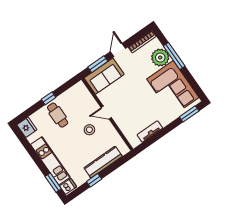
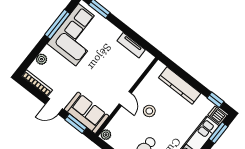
window: (174, 56) -> (57, 24), moved
plant: (160, 58) -> (42, 59), width x0.53, depth x0.53
plant: (81, 87) -> (106, 135), added
window: (94, 180) -> (215, 100), moved

